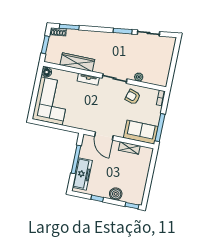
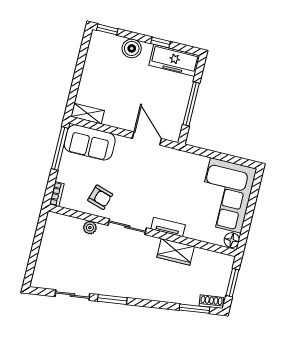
wardrobe: (77, 62) -> (176, 252), width x0.67
shelving: (129, 148) -> (88, 114), moved
freezer: (82, 174) -> (174, 60), moved, turned -90

